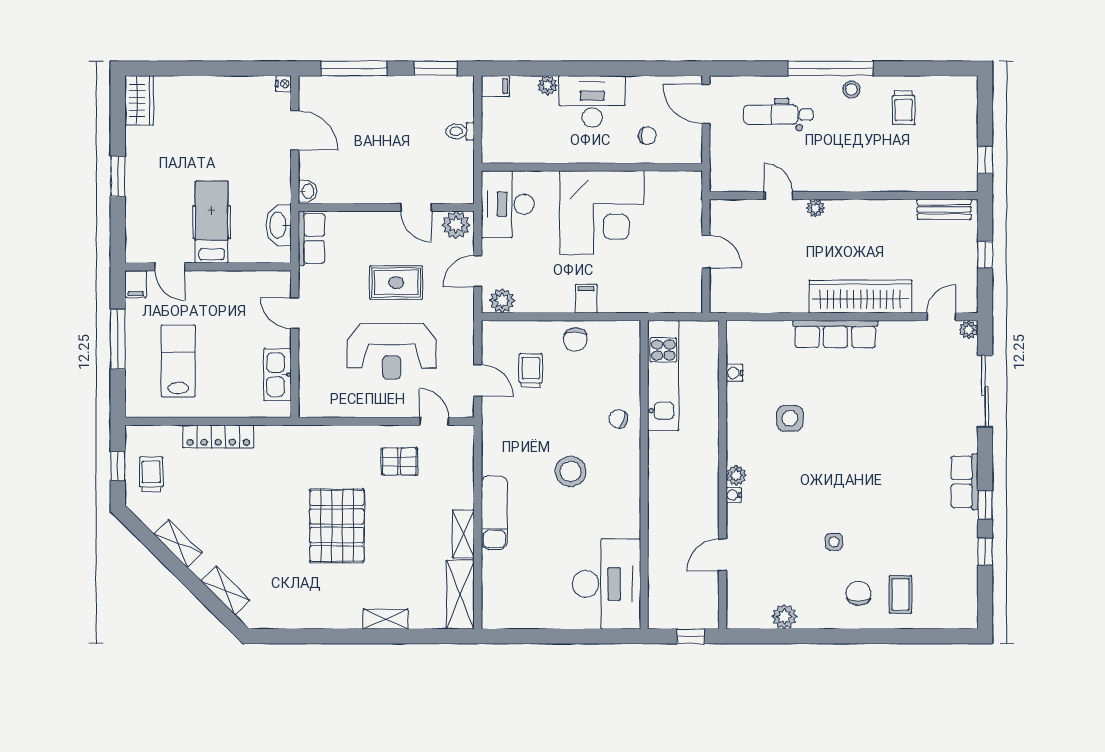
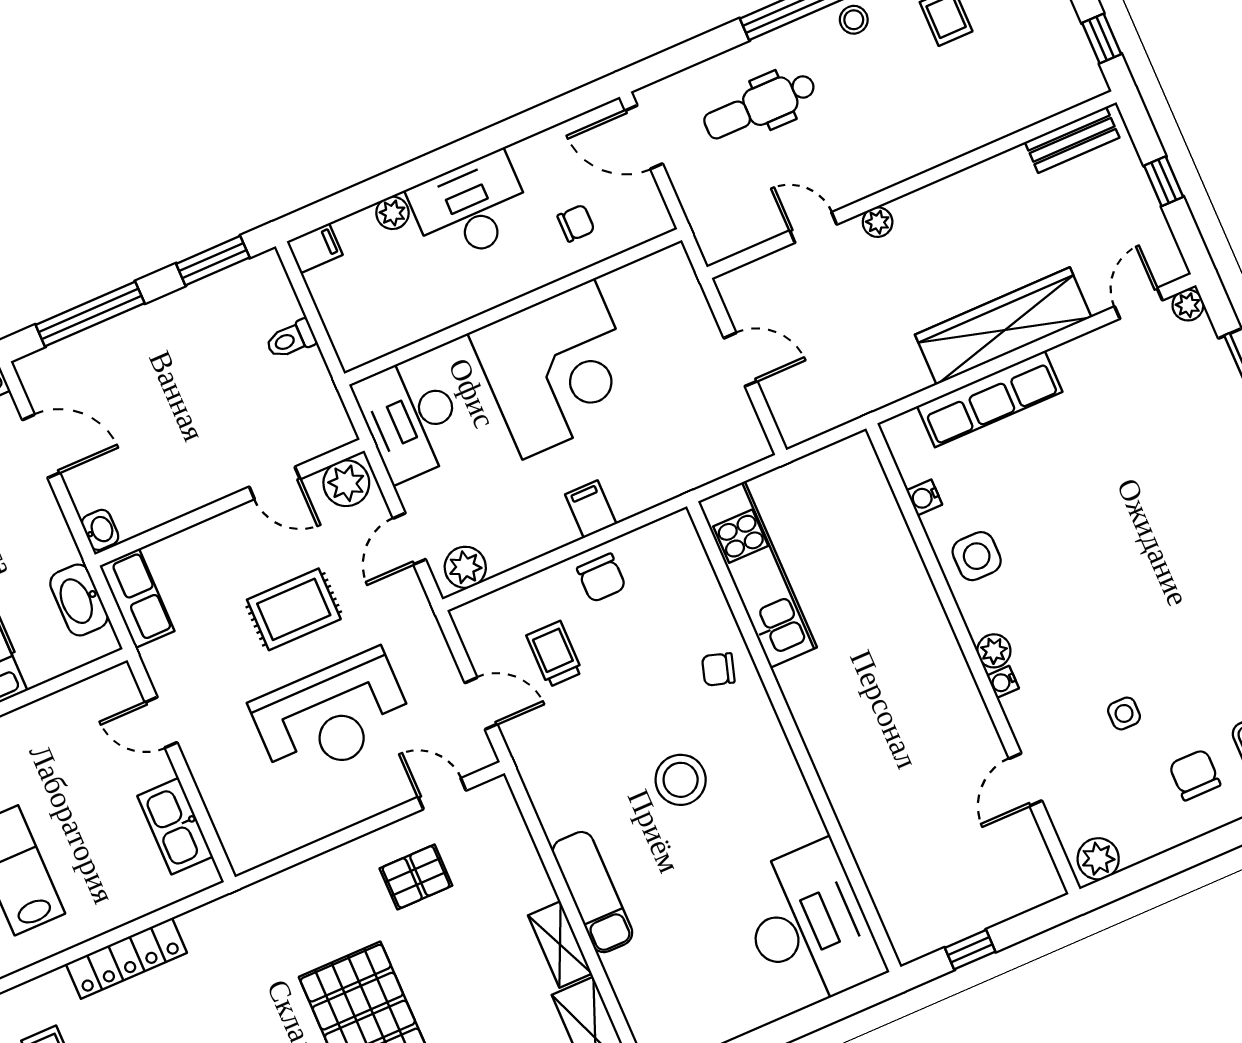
water cooler: (734, 373) -> (924, 497), moved
wall: (722, 475) -> (973, 659), moved
plant: (736, 475) -> (994, 651), moved
water cooler: (734, 495) -> (1003, 682), moved
door: (722, 555) -> (1025, 780), moved

